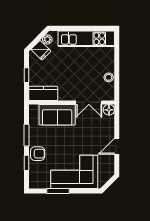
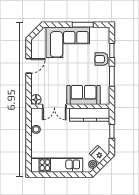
kitchen counter: (43, 93) -> (90, 115), width x1.50
double door: (89, 102) -> (54, 106), swing flipped

